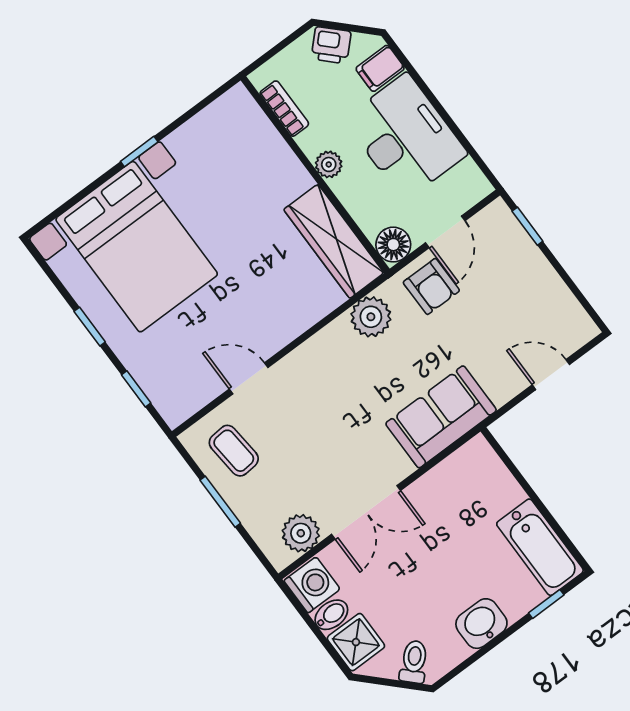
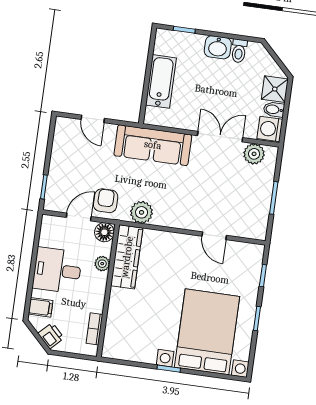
desk: (405, 137) -> (57, 270), width x0.73
plant: (329, 164) -> (102, 264), moved
sofa: (441, 417) -> (153, 145), width x1.36
coffee table: (234, 451) -> (248, 213), removed
bathtub: (540, 547) -> (161, 81), moved
toilet: (414, 662) -> (239, 51), moved, turned -45

